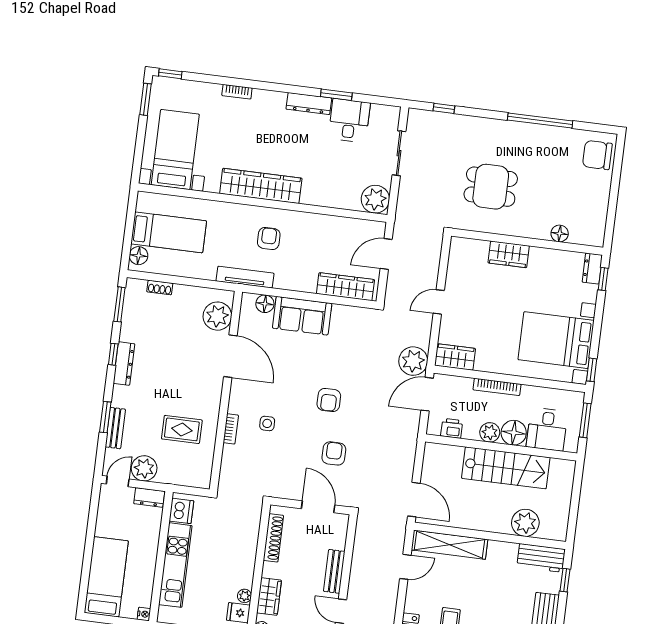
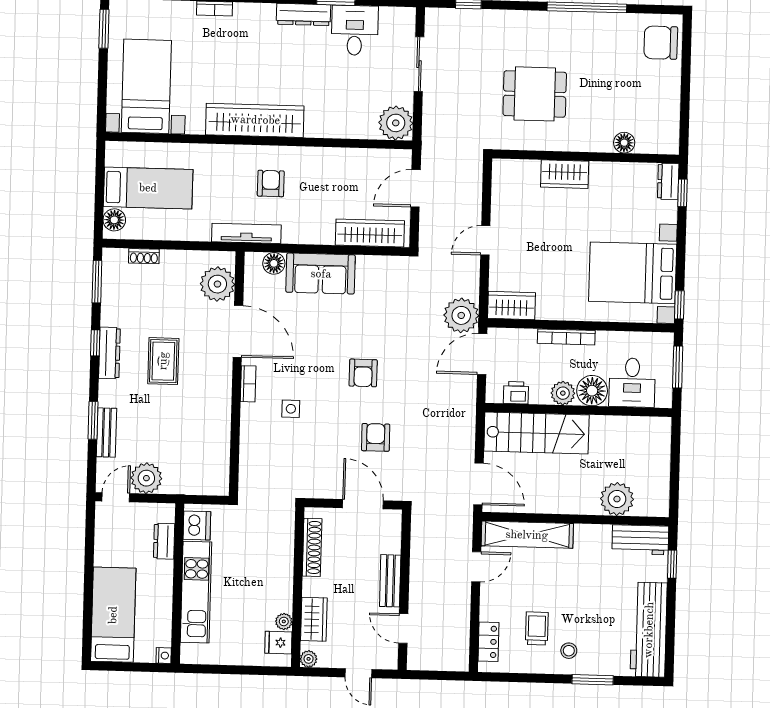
rug: (182, 429) -> (163, 361), moved, turned 90
bookcase: (231, 429) -> (248, 384), moved
stairs: (506, 468) -> (536, 433), moved
dresser: (149, 497) -> (164, 541), moved, turned 90

